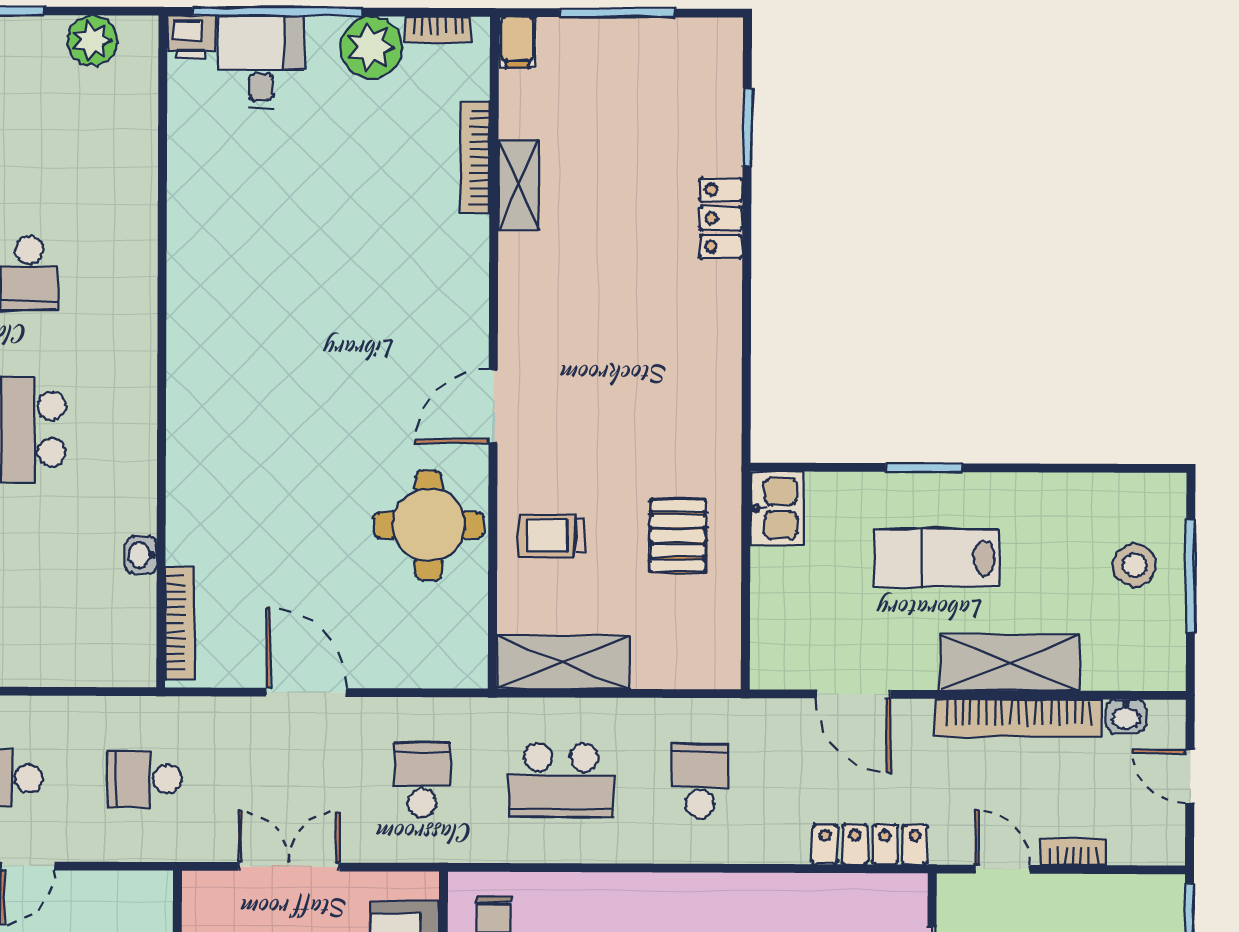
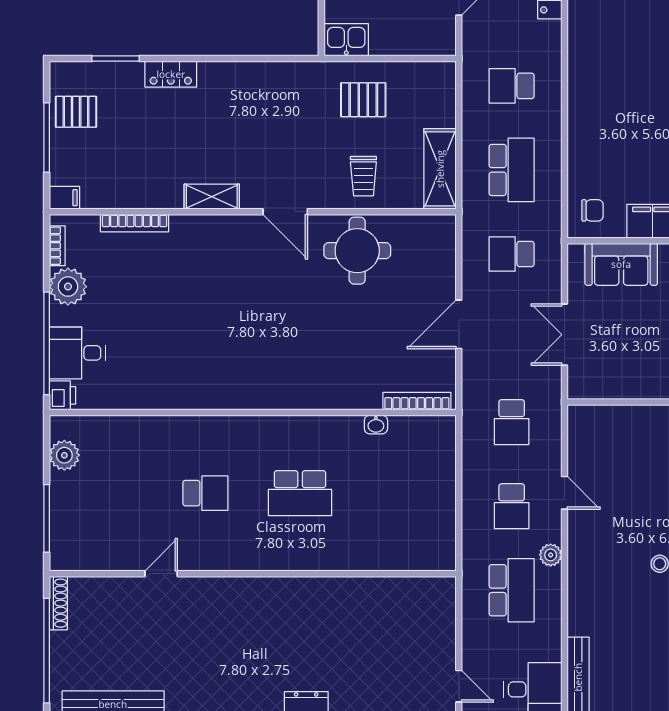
pallet: (659, 62) -> (76, 112), added
shelving: (519, 186) -> (212, 197), moved

